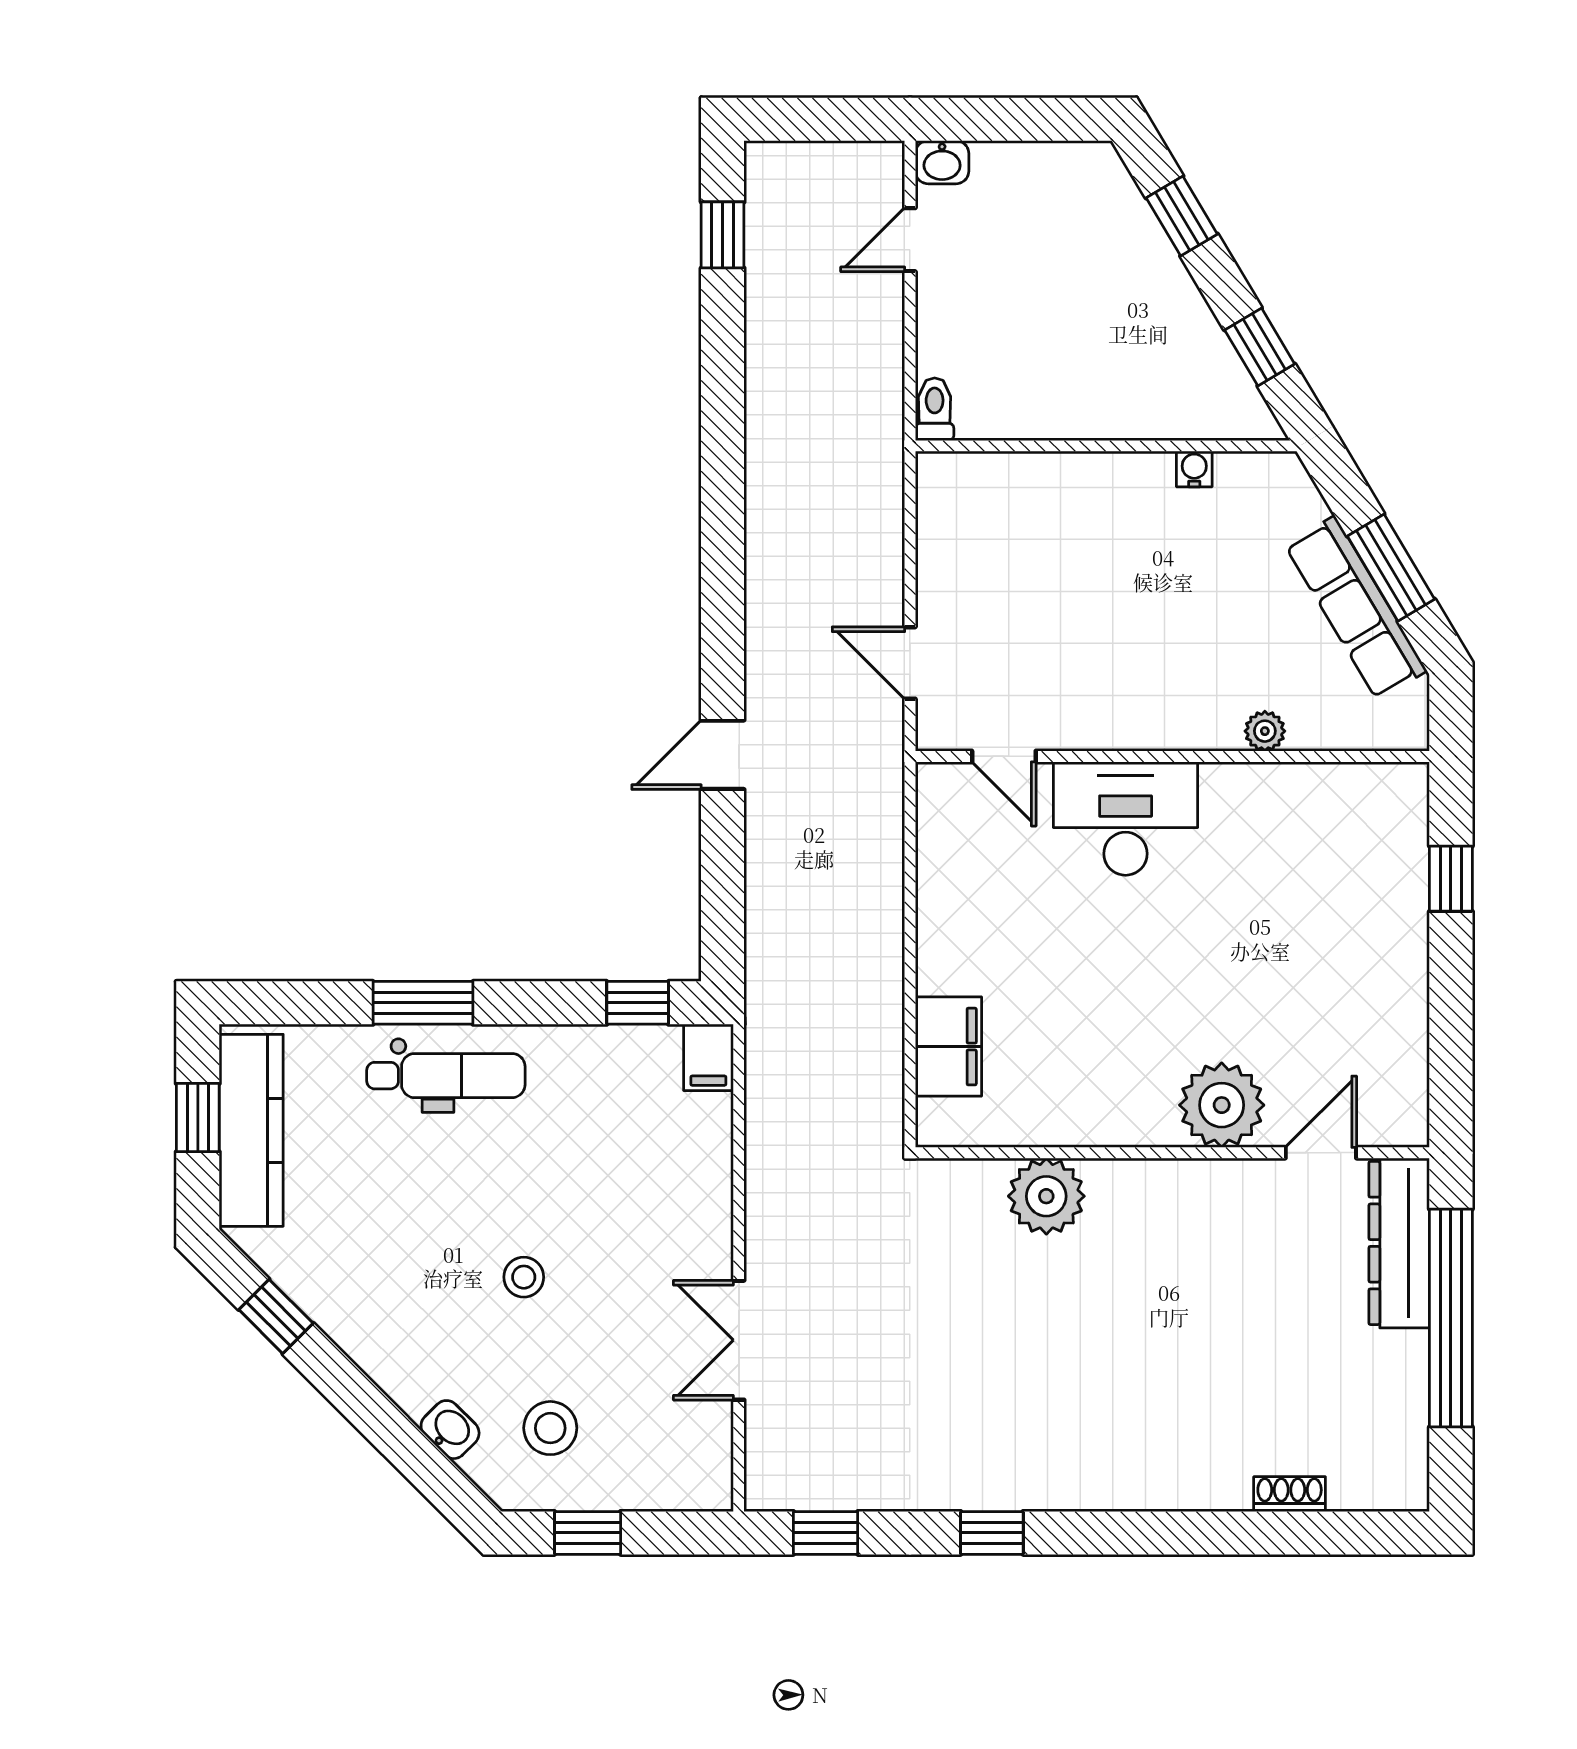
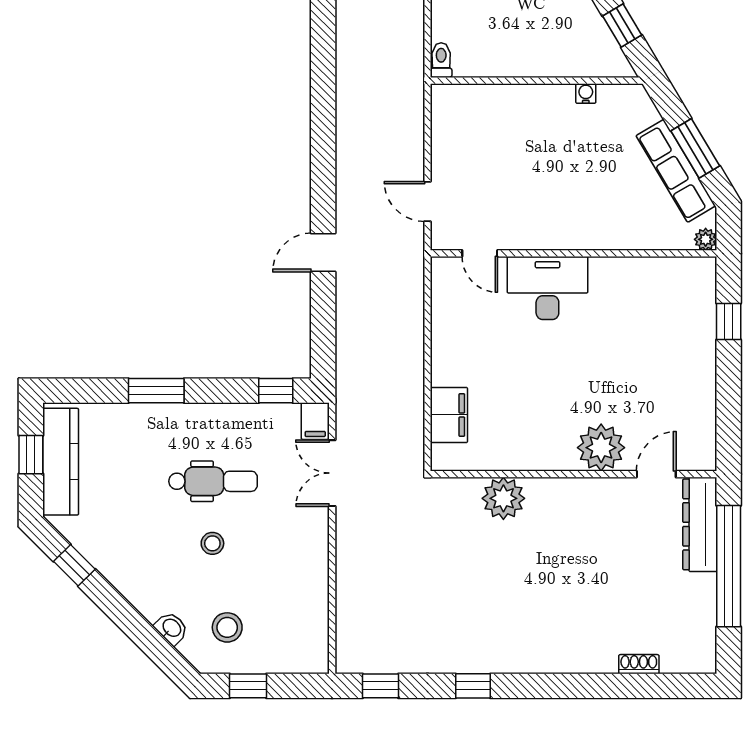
plant: (1265, 731) -> (706, 239), moved
dental chair: (446, 1076) -> (213, 481), moved
double door: (739, 1340) -> (332, 473), moved

